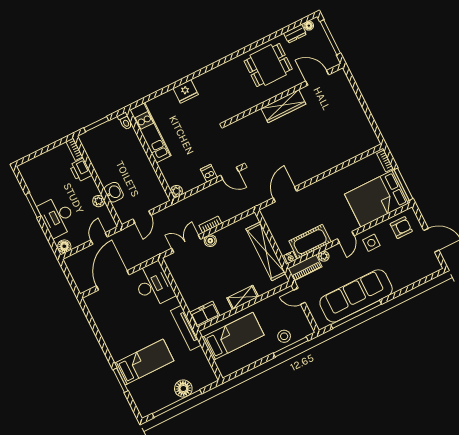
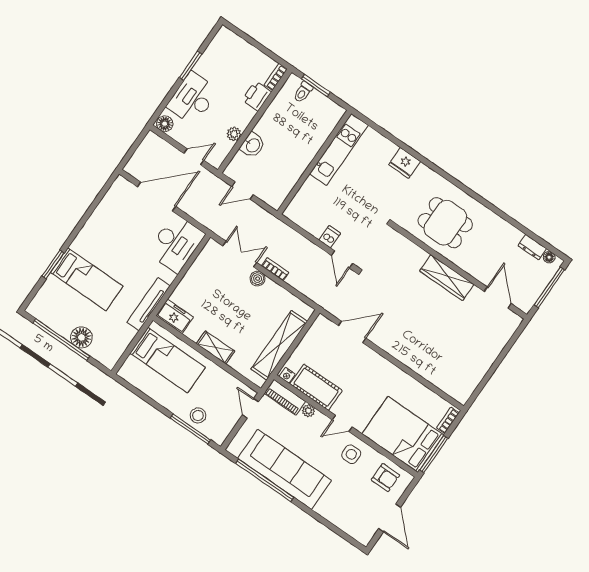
dining table: (268, 65) -> (445, 223), moved
toilet: (125, 121) -> (303, 92), moved
plant: (177, 191) -> (291, 212), removed

